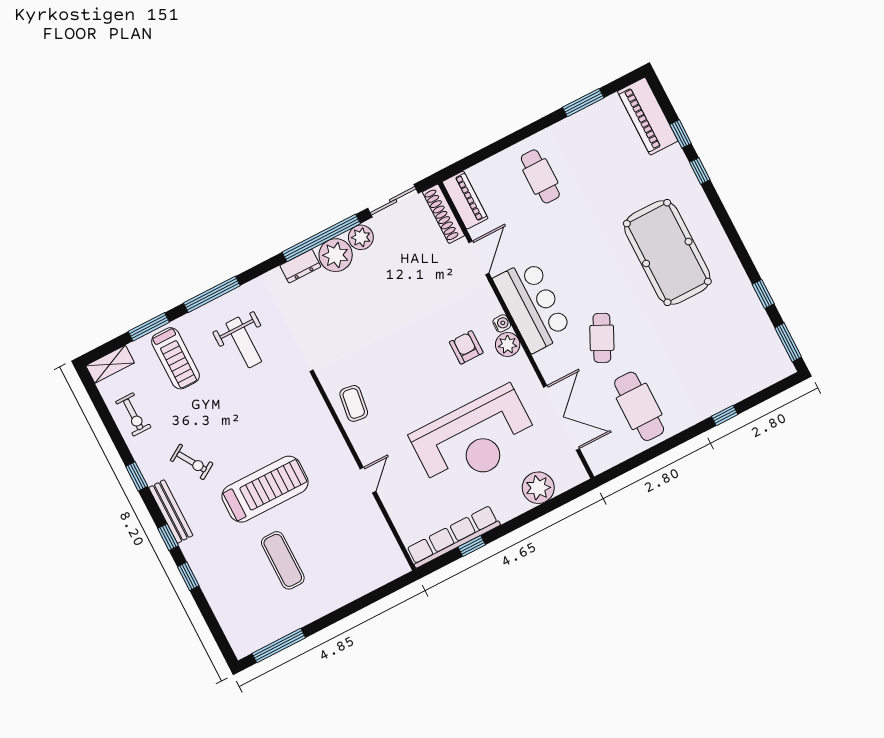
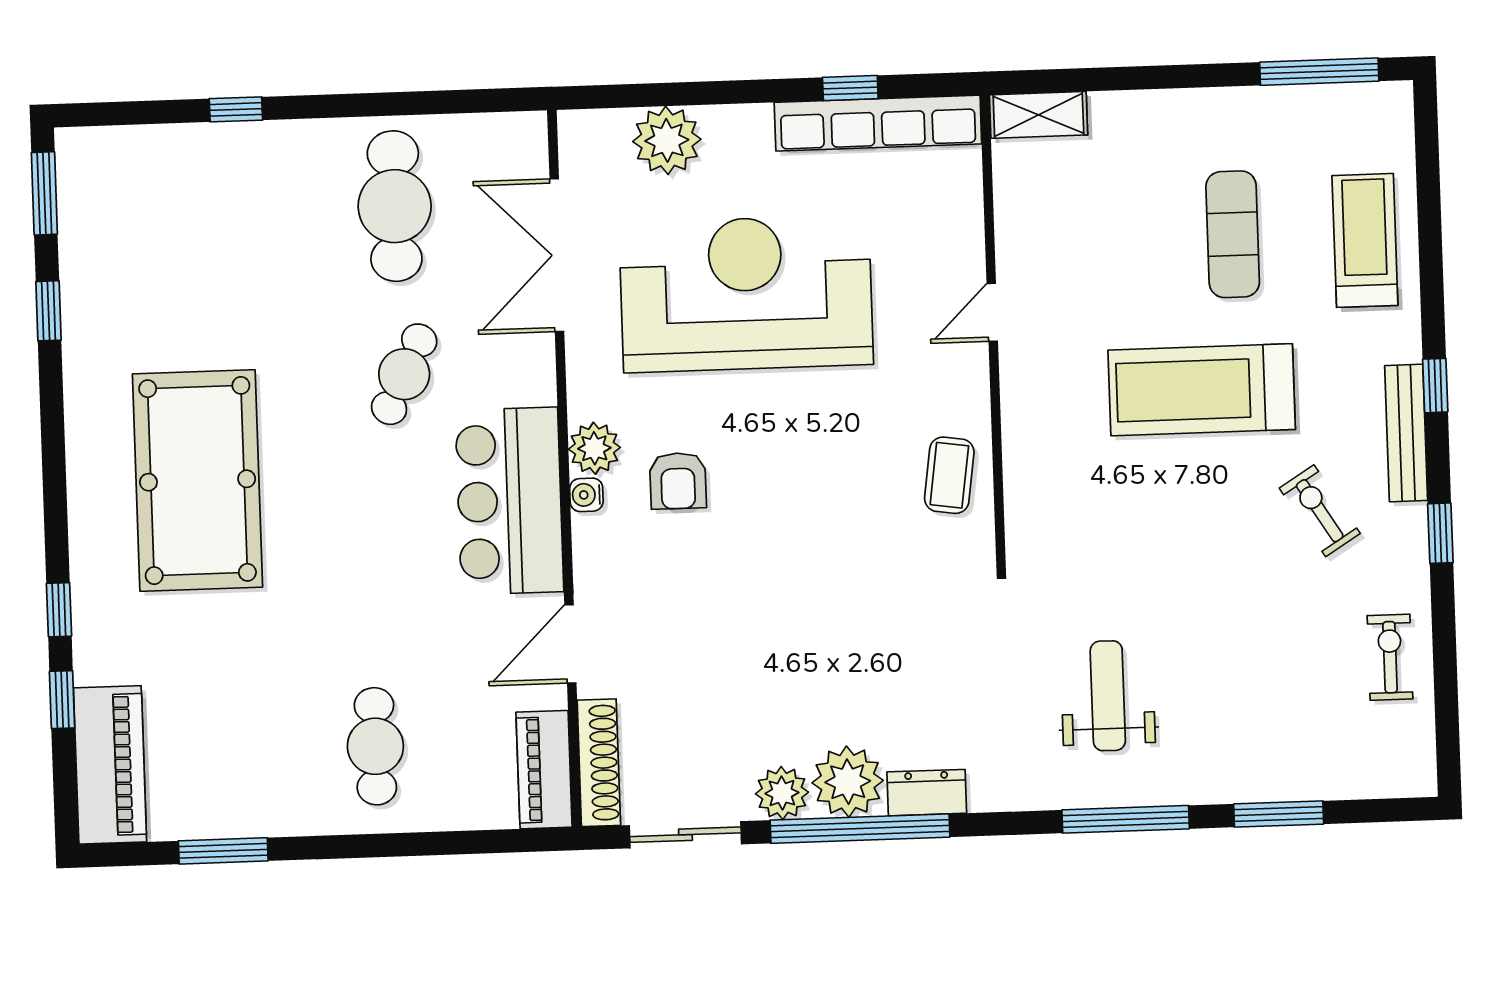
treadmill: (175, 358) -> (1365, 240), moved
shelving: (110, 364) -> (1038, 115), moved
window: (188, 576) -> (1432, 290), removed

